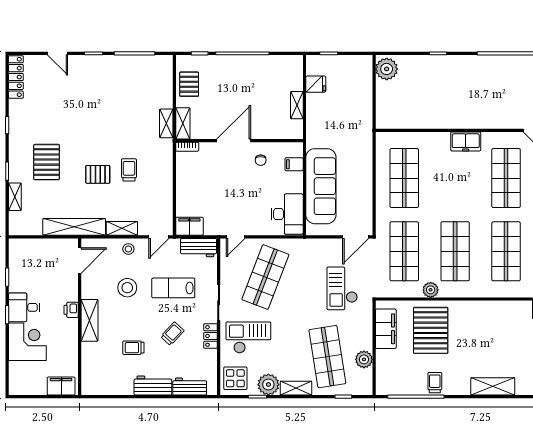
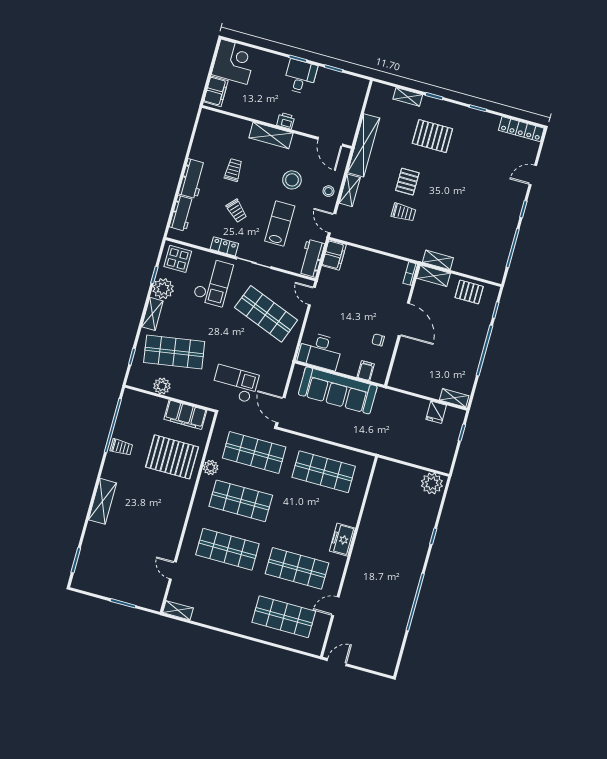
shelving: (297, 105) -> (454, 398), moved
corner desk: (27, 342) -> (234, 62), moved, turned -90

